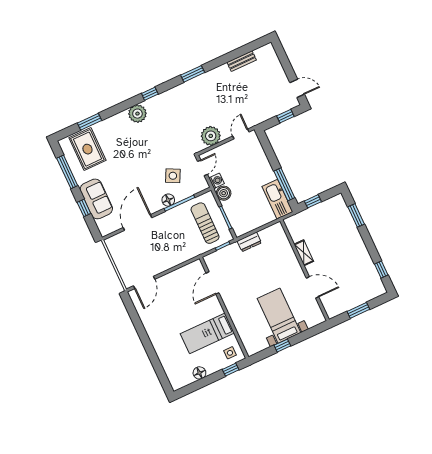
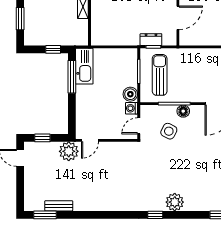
window: (193, 74) -> (45, 215), moved
plant: (211, 136) -> (69, 151), moved
sun lounger: (205, 223) -> (160, 75), turned 180
dresser: (249, 242) -> (151, 40), moved

